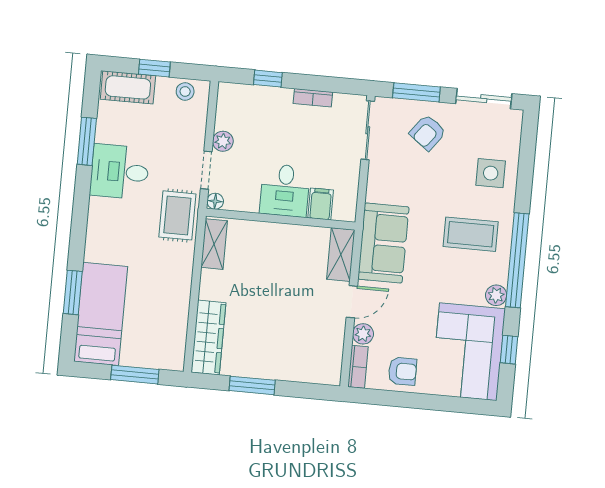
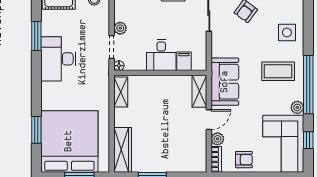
desk: (120, 172) -> (58, 59), width x1.37
rug: (177, 215) -> (96, 77), removed
bed: (101, 314) -> (69, 141), width x2.04

